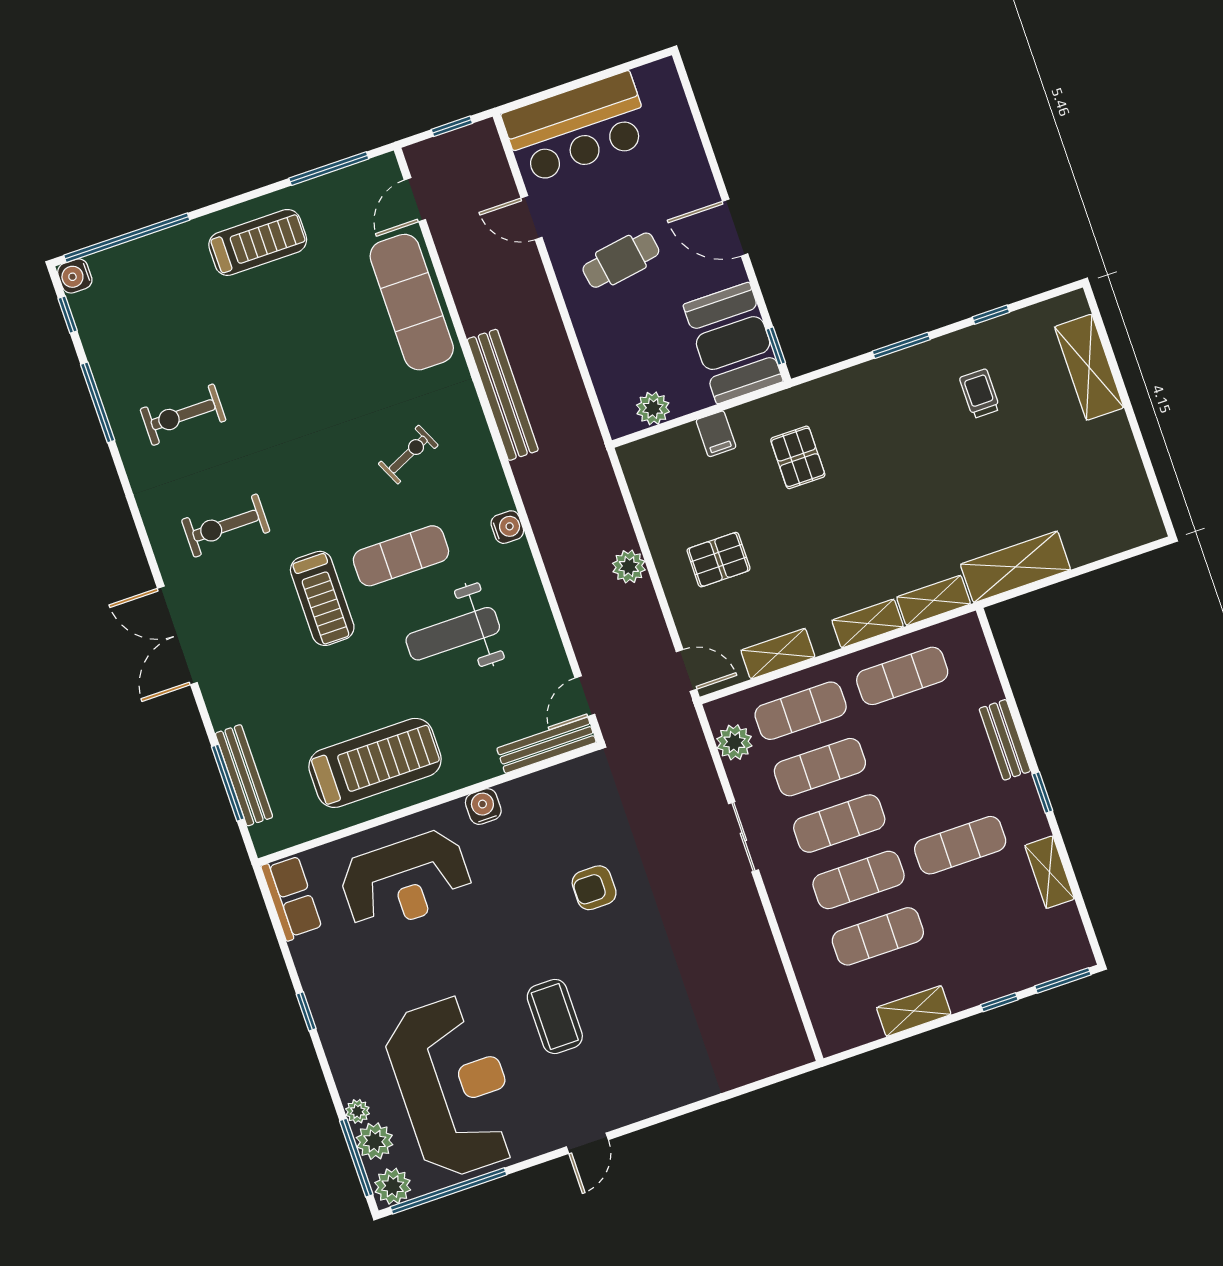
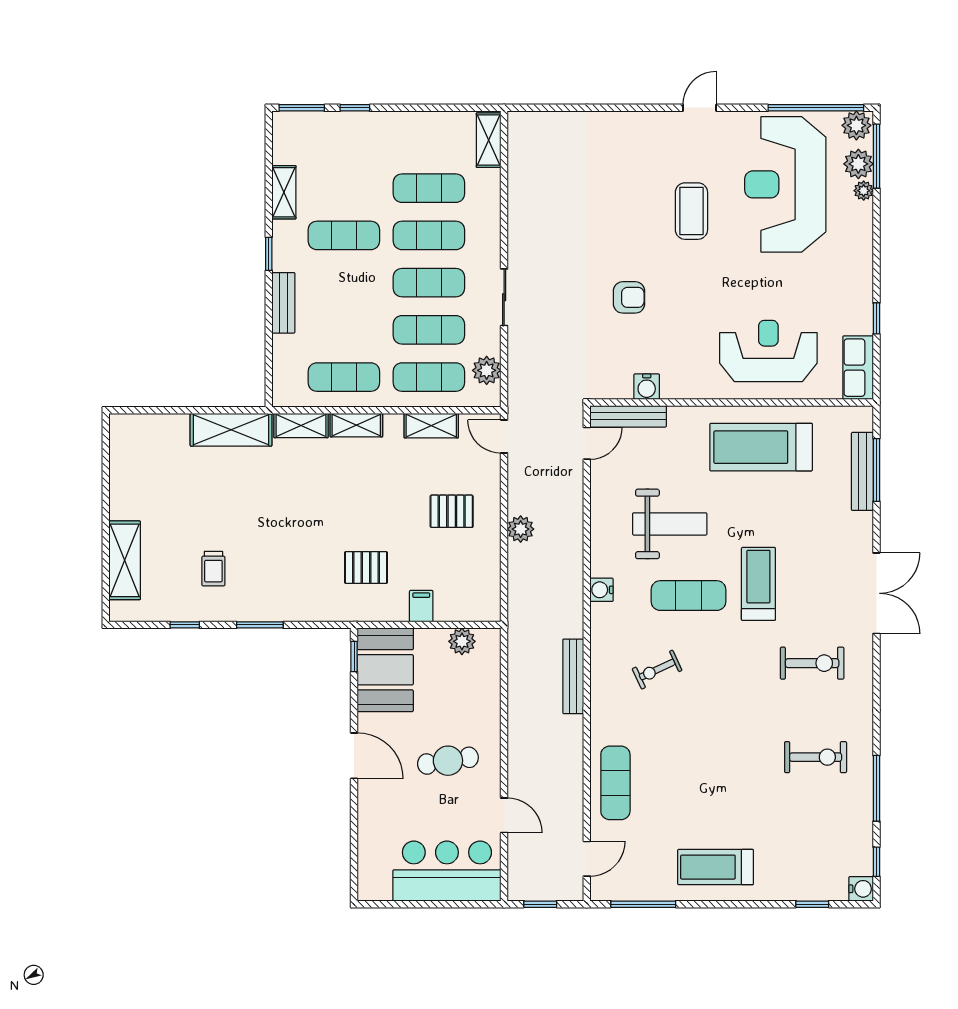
window: (127, 238) -> (812, 904), width x0.32
exercise mat: (412, 302) -> (615, 783), width x0.73, depth x0.69
bench: (503, 395) -> (573, 676), width x0.73, depth x0.82
pallet: (798, 457) -> (366, 568), turned 90
water cooler: (483, 807) -> (647, 387), moved
window: (306, 1011) -> (876, 318), moved
shelving: (914, 1011) -> (489, 140), moved, turned 90

